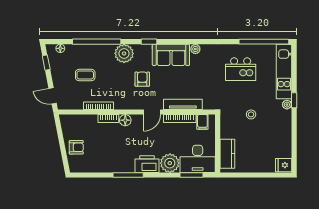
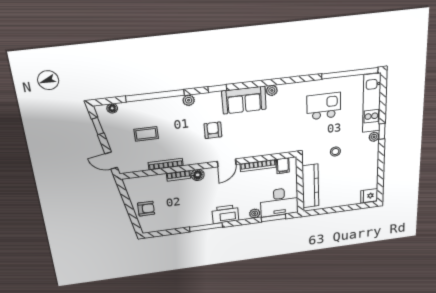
plant: (124, 53) -> (189, 100), width x0.53, depth x0.53
kitchen island: (241, 69) -> (324, 106), turned 180
tv unit: (183, 104) -> (261, 151), removed
kitchen counter: (227, 154) -> (310, 186), width x1.50
plant: (170, 163) -> (255, 214), width x0.53, depth x0.53

